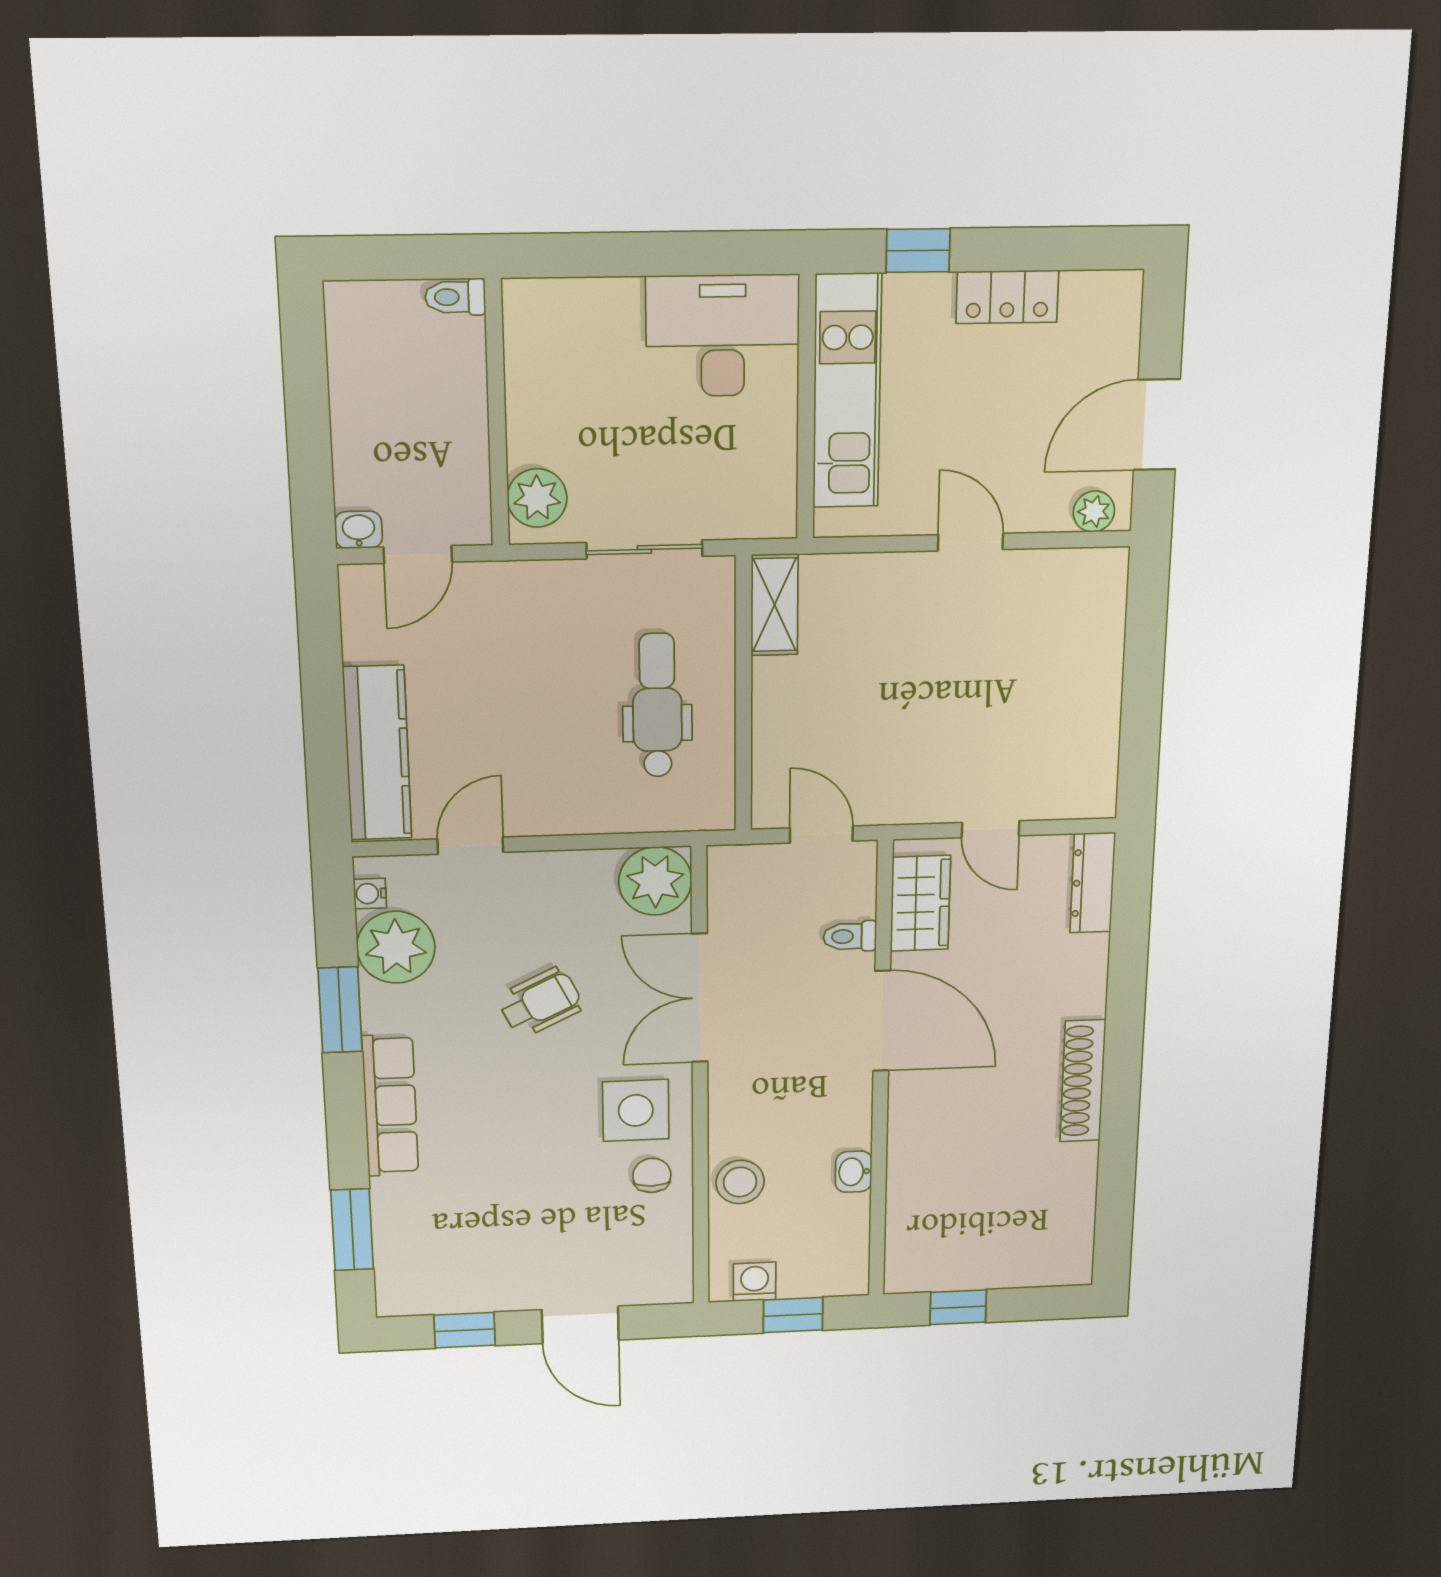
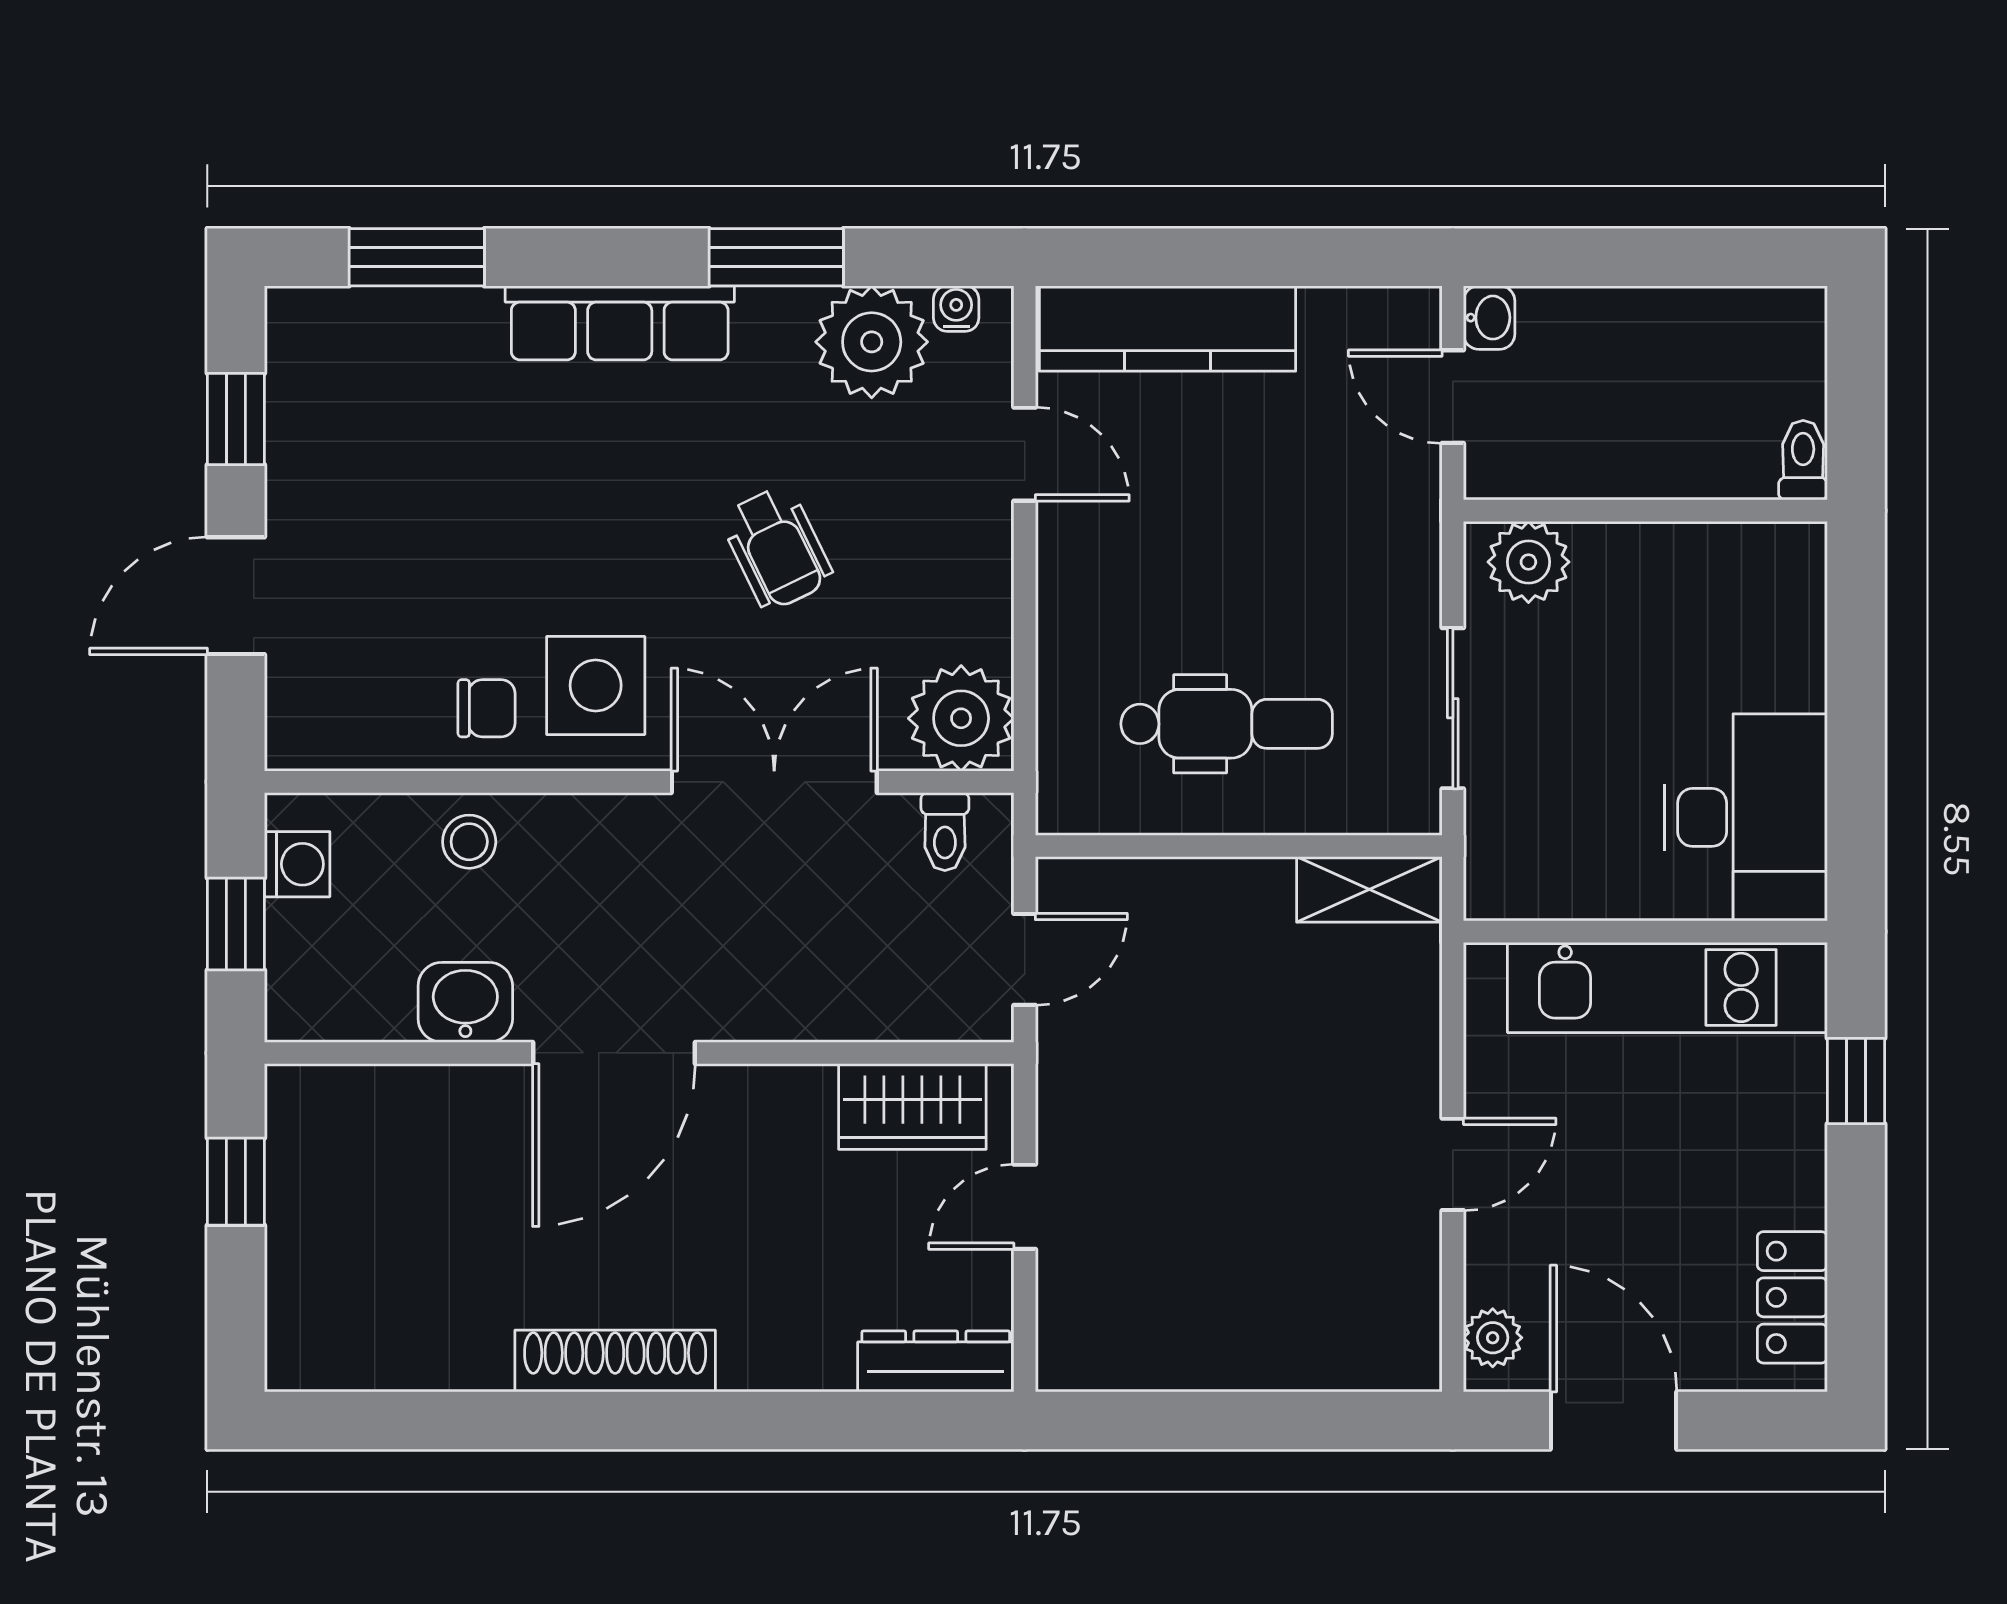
locker: (1007, 297) -> (1792, 1297), moved
toilet: (850, 936) -> (945, 832), moved, turned 180
door: (882, 1021) -> (614, 1053), moved
washbasin: (854, 1172) -> (465, 1002), width x1.38, depth x1.45
stool: (740, 1182) -> (469, 842), width x0.73, depth x0.73

